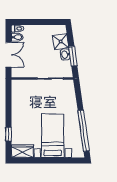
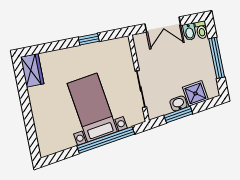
window: (39, 22) -> (217, 58), added
window: (84, 131) -> (106, 140), moved
window: (9, 134) -> (89, 39), moved
bed with nightstands: (53, 136) -> (92, 107), moved, turned -98

